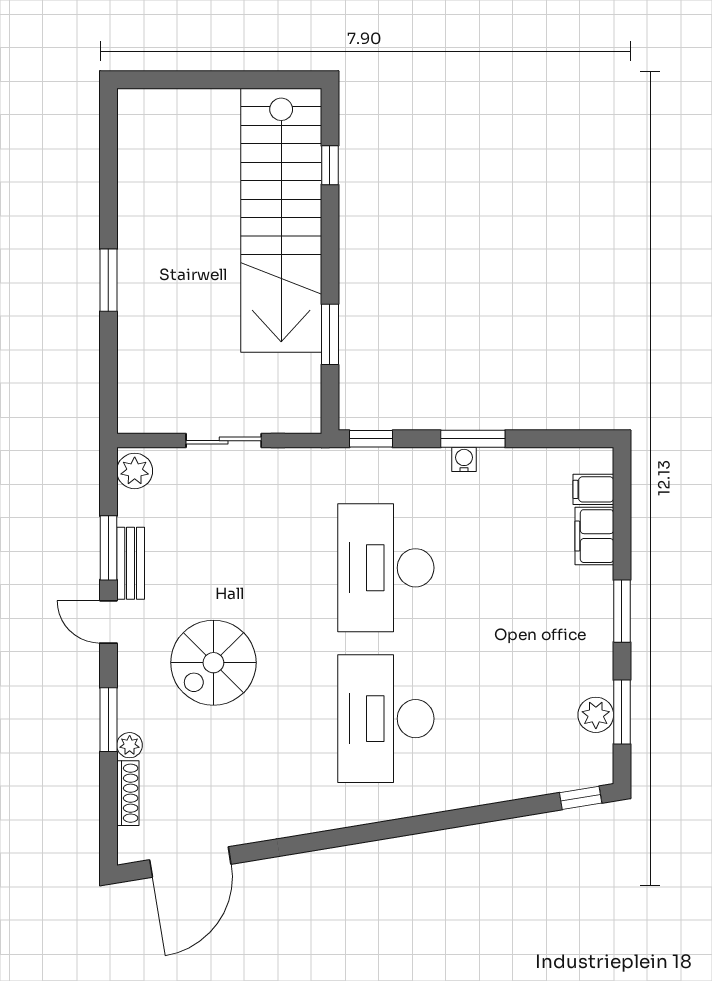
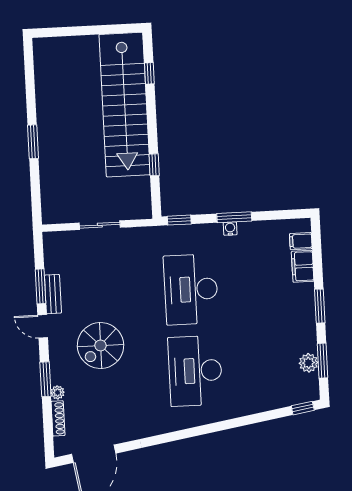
window: (330, 334) -> (154, 165), width x0.67
plant: (135, 471) -> (53, 244), removed

